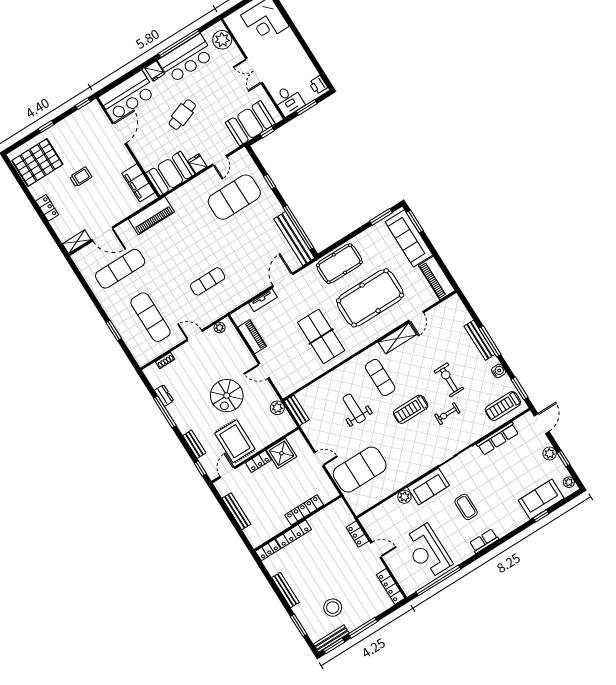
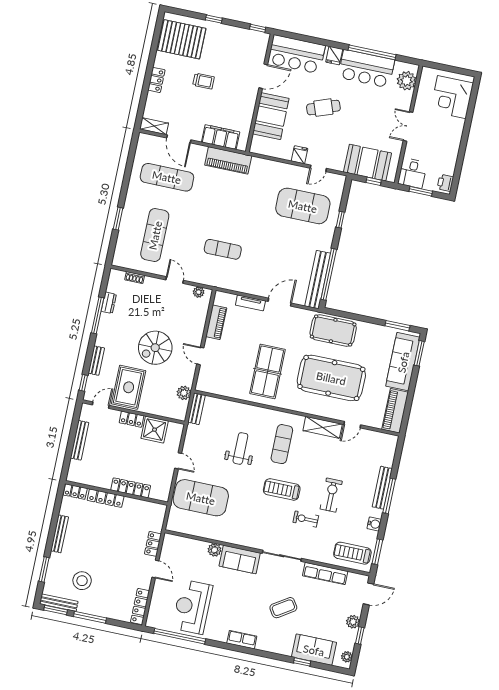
booth: (170, 174) -> (271, 116), moved, turned 90
filing cabinet: (138, 183) -> (221, 137), moved, turned 90
coffee table: (466, 507) -> (283, 608), moved, turned 57

